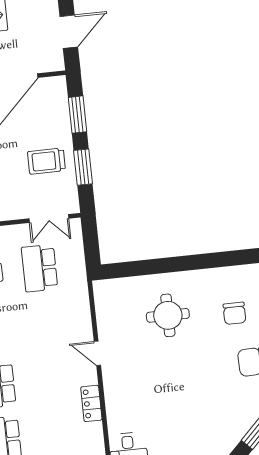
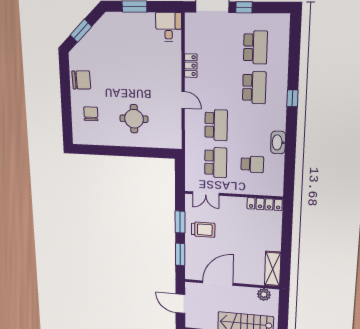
door: (69, 32) -> (180, 304), hinge flipped
double door: (49, 218) -> (206, 194), swing flipped
school desk: (45, 323) -> (216, 125), added

